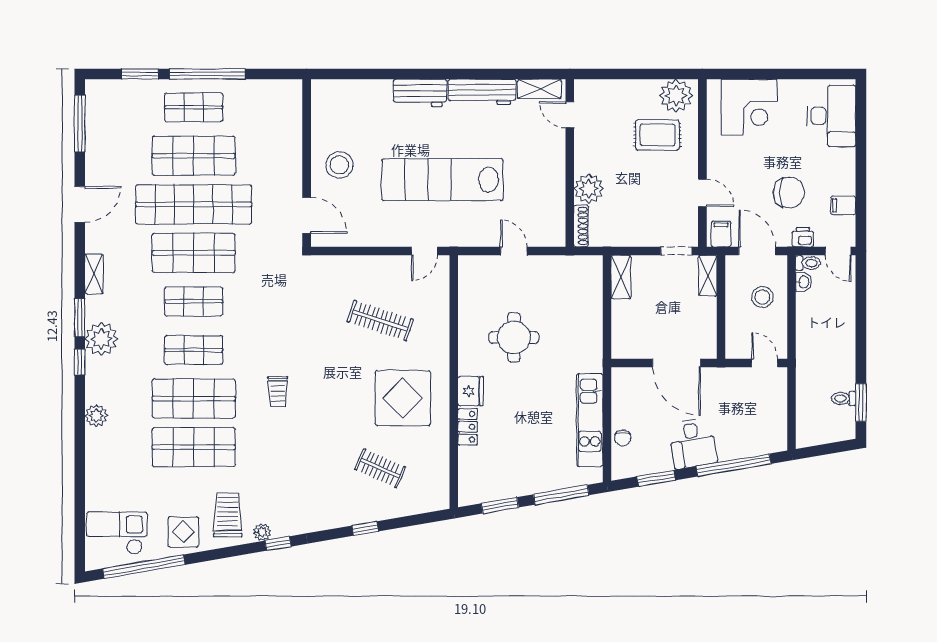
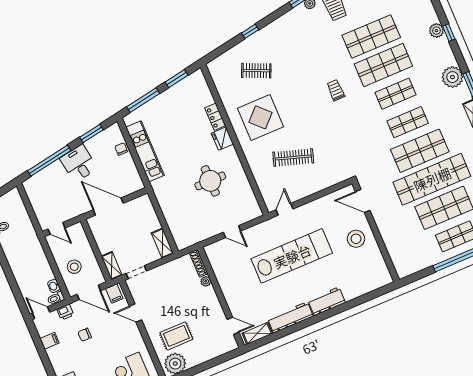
plant: (589, 189) -> (206, 281), width x0.53, depth x0.53
chair: (789, 193) -> (85, 335), width x0.54, depth x0.54
window: (80, 362) -> (449, 33), moved

